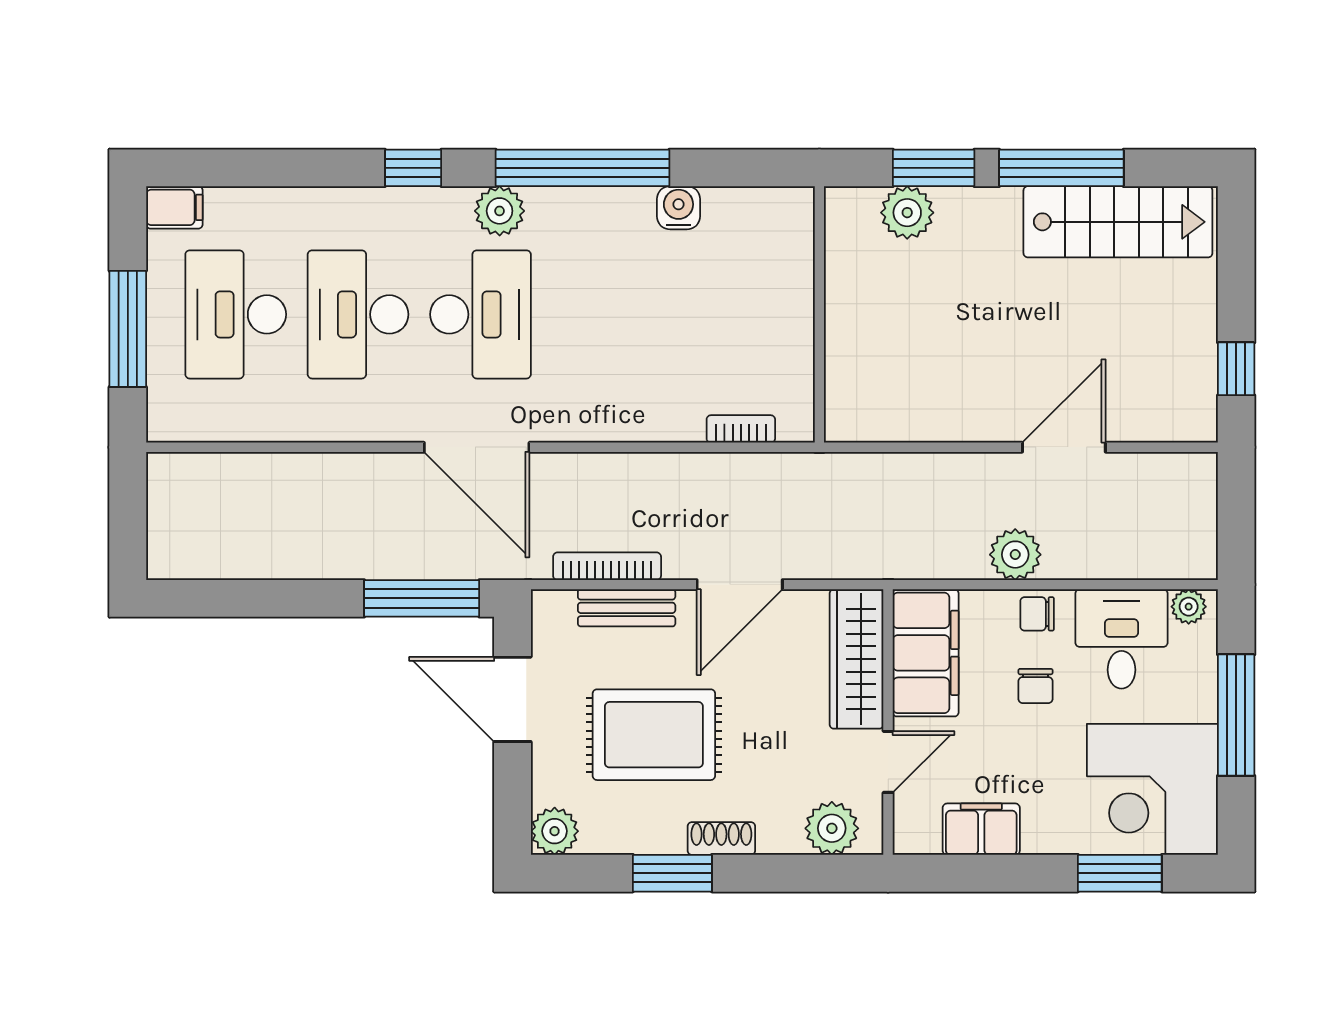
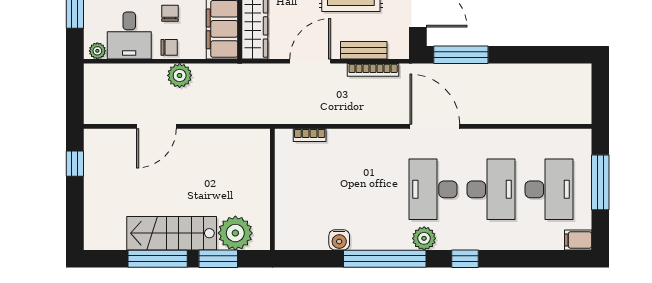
plant: (907, 213) -> (235, 233), width x1.36, depth x1.36
stairs: (1118, 222) -> (172, 233), moved

